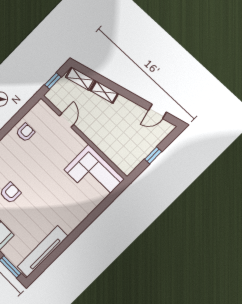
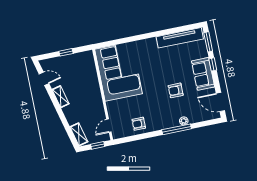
shelving: (104, 92) -> (61, 97), moved
door: (66, 120) -> (109, 126), moved
corner sofa: (94, 174) -> (119, 71), width x1.36, depth x1.36

